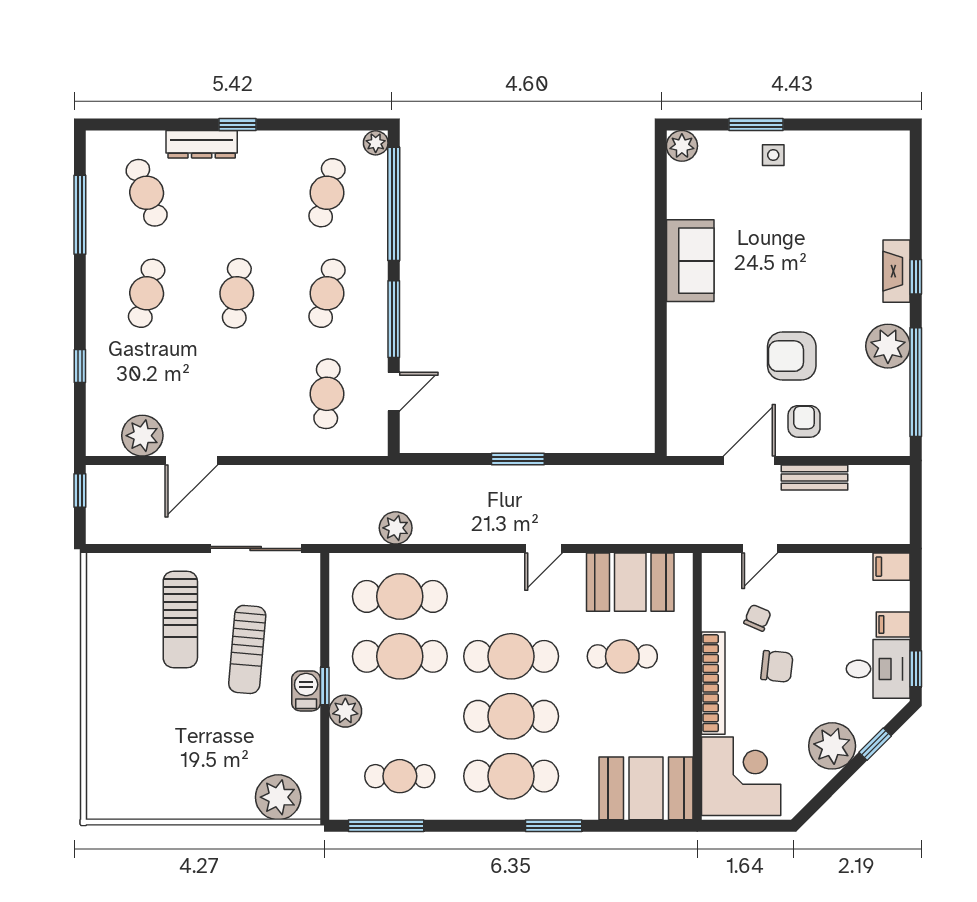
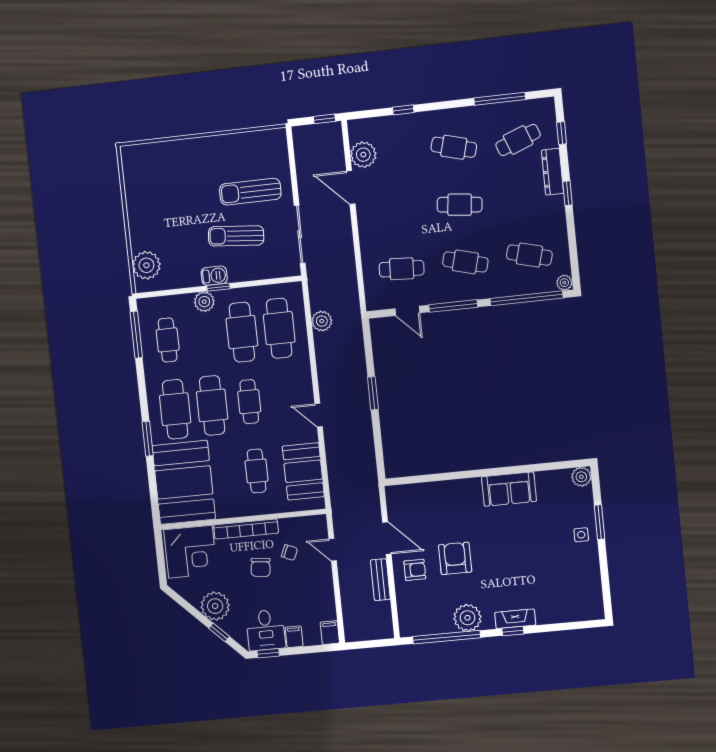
window: (144, 125) -> (562, 133), added
cafe table: (511, 656) -> (249, 402), width x0.73, depth x0.74
booth: (646, 788) -> (184, 482), width x1.36, depth x1.42

